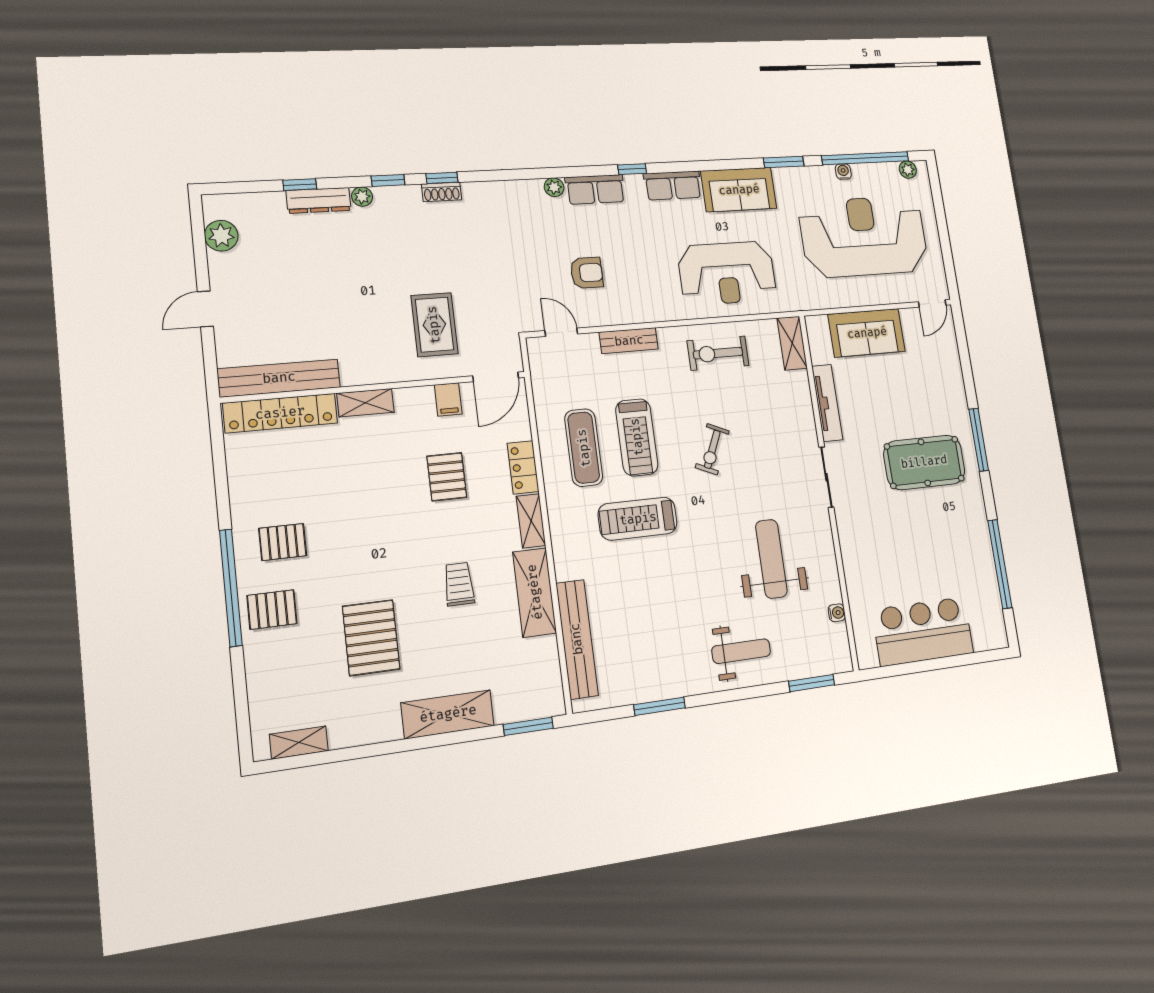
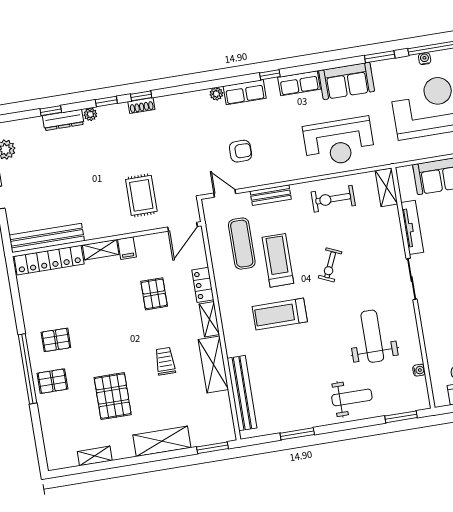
filing cabinet: (448, 399) -> (127, 248), moved
treadmill: (637, 437) -> (278, 260), turned 180
exercise mat: (584, 448) -> (242, 244), moved
shelving: (299, 743) -> (95, 456), moved

